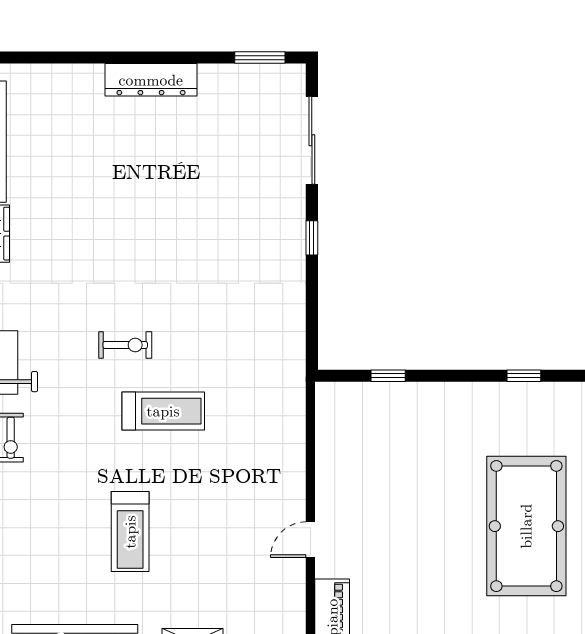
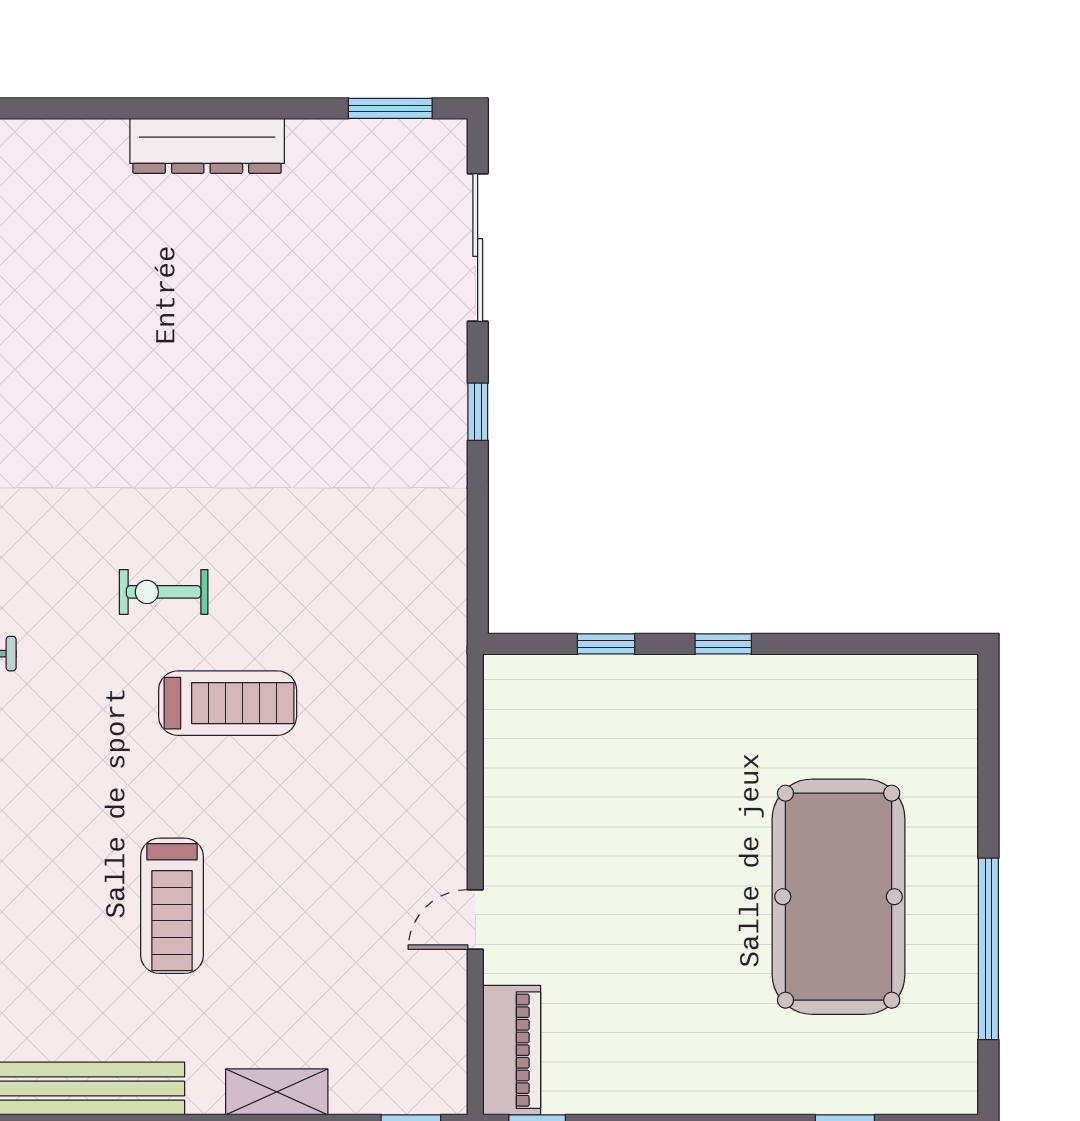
exercise bike: (125, 345) -> (164, 592), turned 180
window: (524, 376) -> (723, 644), moved

